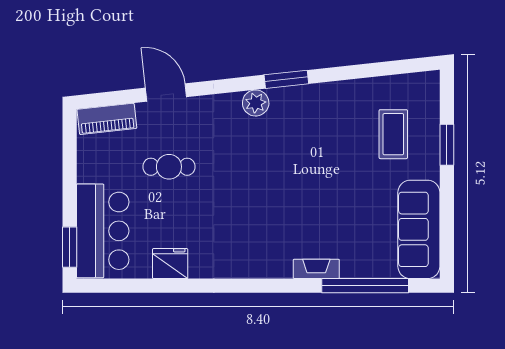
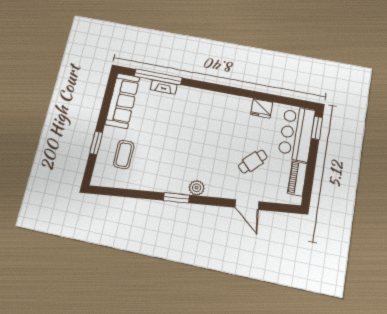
piano: (107, 119) -> (297, 178), moved, turned -84
cafe table: (169, 167) -> (253, 162), turned -45
fireplace: (316, 269) -> (164, 87), moved

